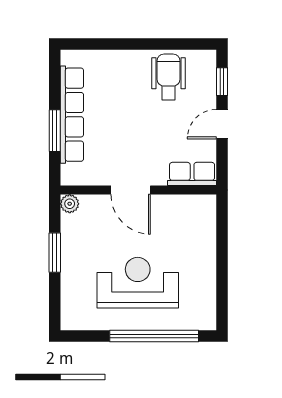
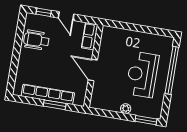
door: (131, 190) -> (93, 70), swing flipped
plant: (70, 204) -> (126, 109), moved
window: (55, 253) -> (146, 120), moved

